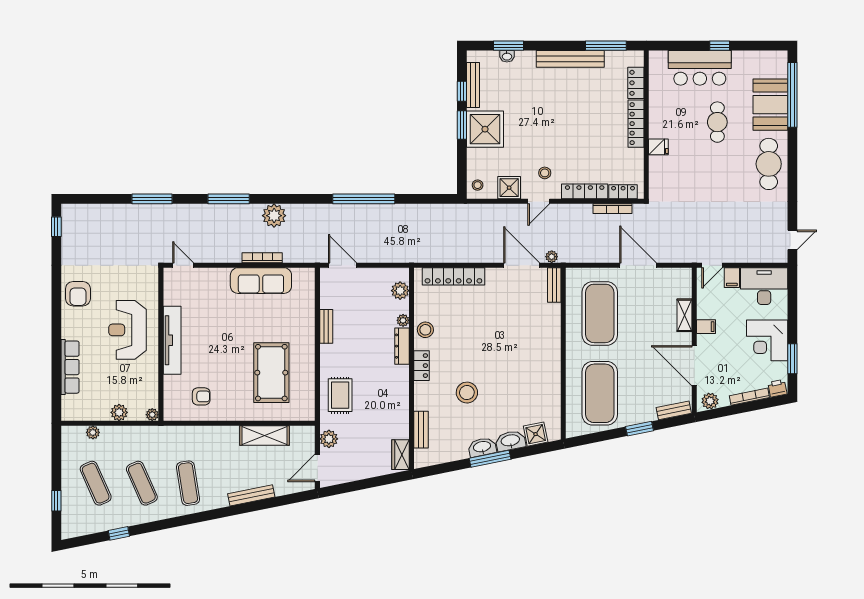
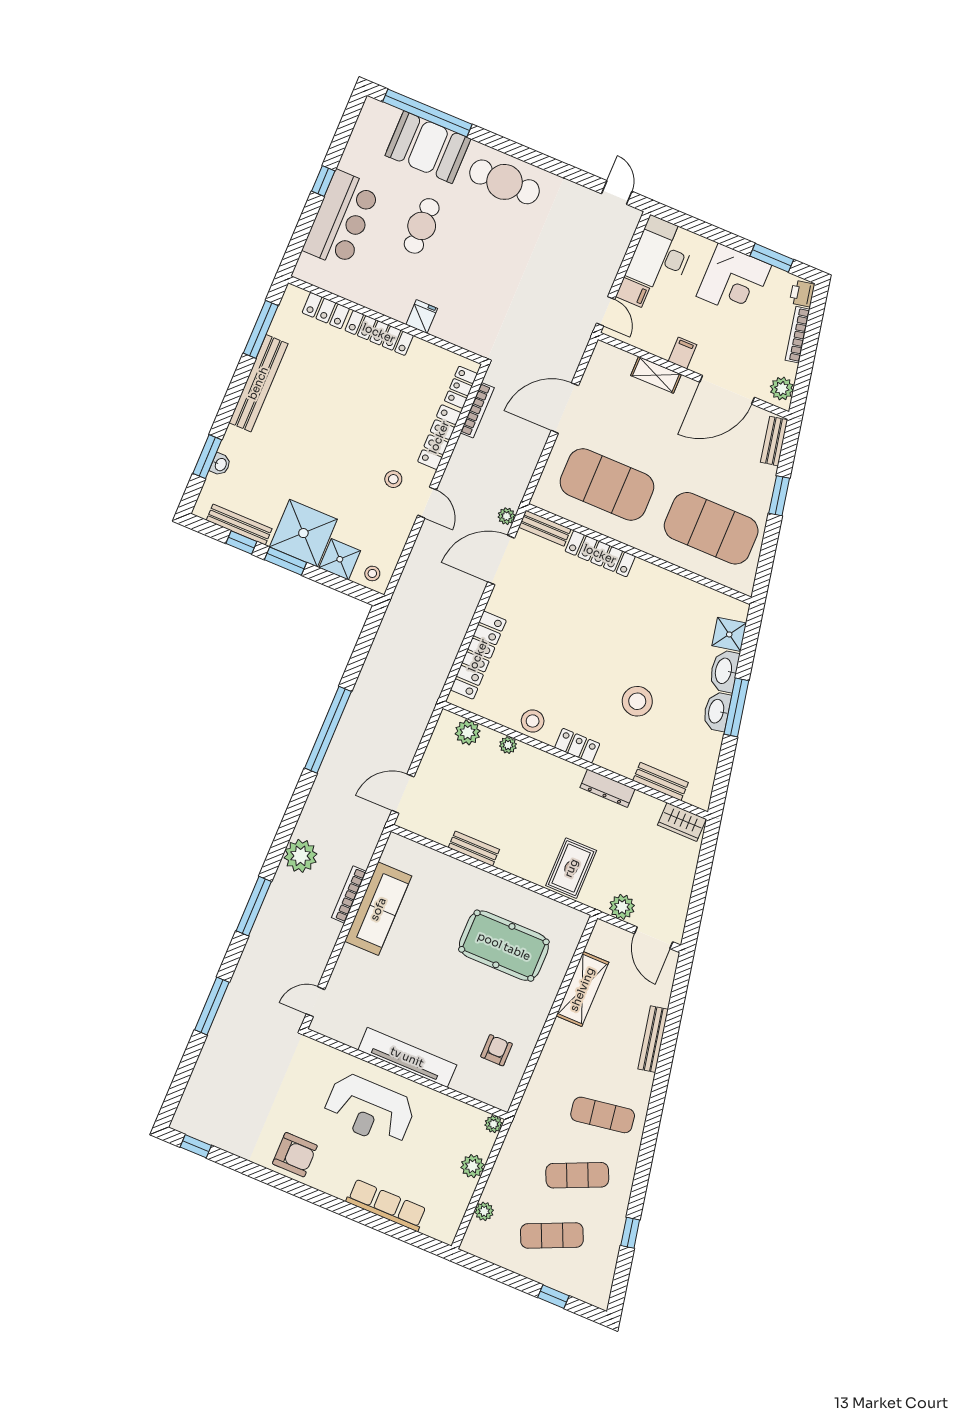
cafe table: (717, 122) -> (422, 226), turned 90
shower: (509, 188) -> (340, 559), moved
locker: (553, 328) -> (600, 554), added
dresser: (402, 346) -> (607, 788), moved
rug: (340, 395) -> (571, 868), turned 90

